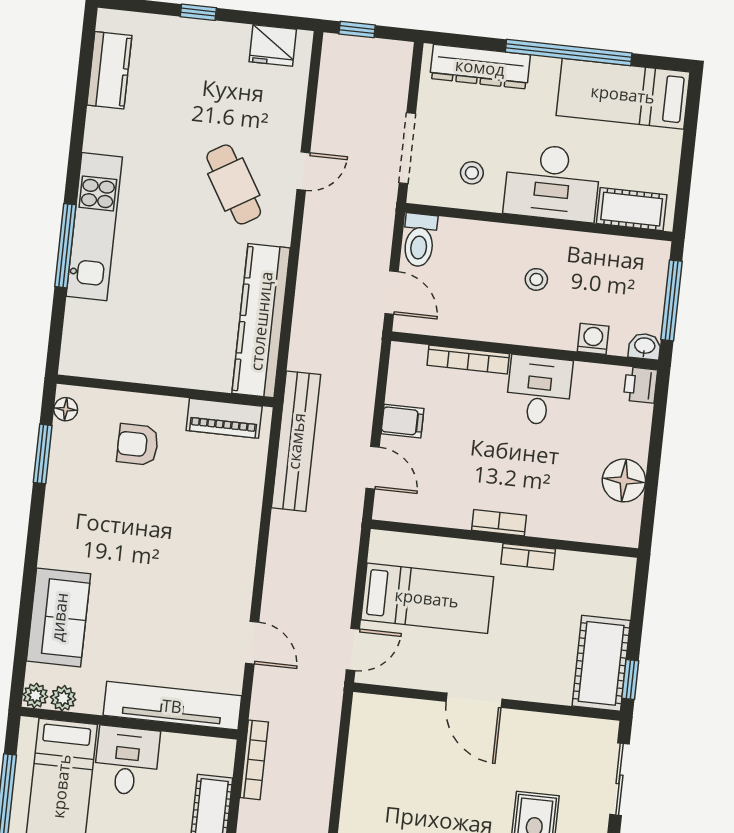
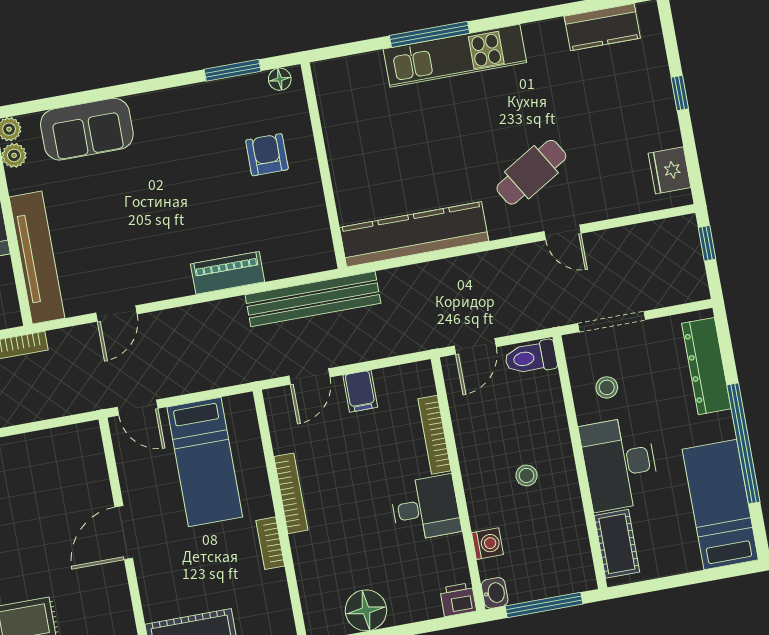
piano: (224, 418) -> (228, 273), moved, turned 90
bookcase: (499, 523) -> (291, 493), width x1.56

